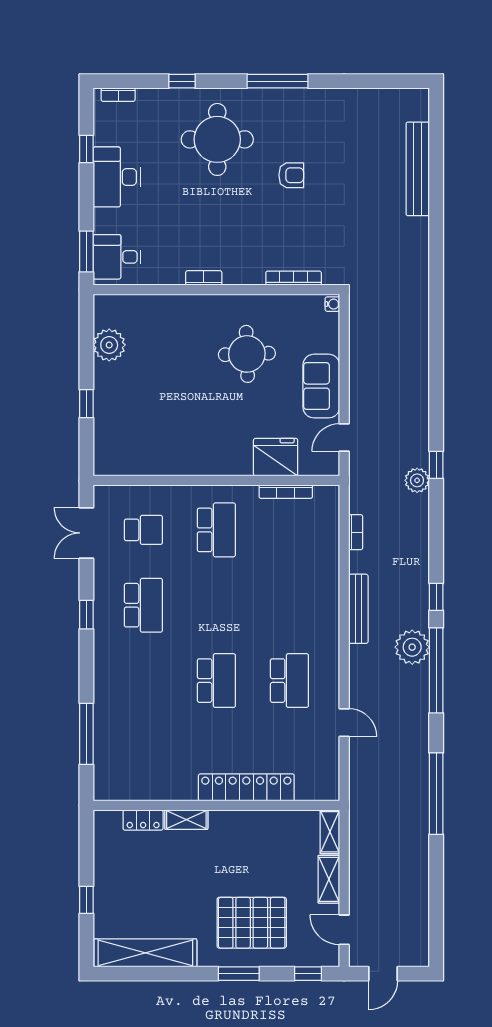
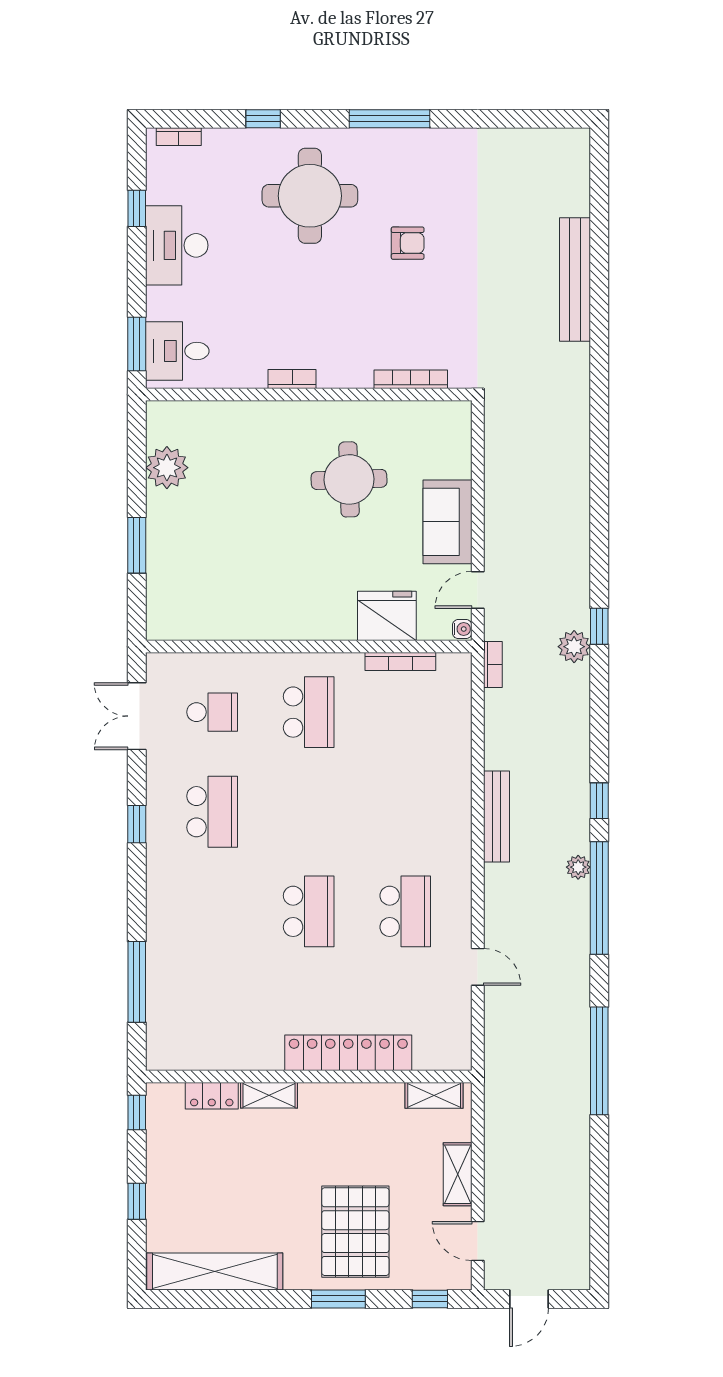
bench: (418, 169) -> (575, 279), moved
water cooler: (332, 304) -> (462, 629), moved
window: (86, 404) -> (137, 545), width x1.50
bookcase: (356, 532) -> (493, 664), moved
plant: (412, 647) -> (578, 867), width x0.53, depth x0.53
shelving: (330, 832) -> (434, 1095), moved, turned 90
window: (86, 833) -> (137, 1112), added
pallet: (252, 923) -> (355, 1232), turned 90

